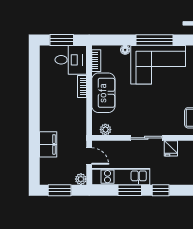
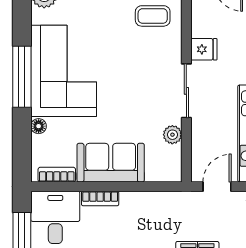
plant: (105, 130) -> (172, 135), moved

